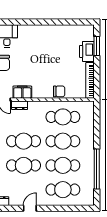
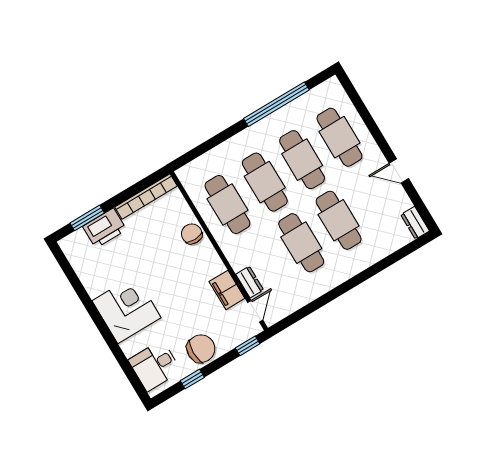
corner desk: (42, 39) -> (127, 309), added

